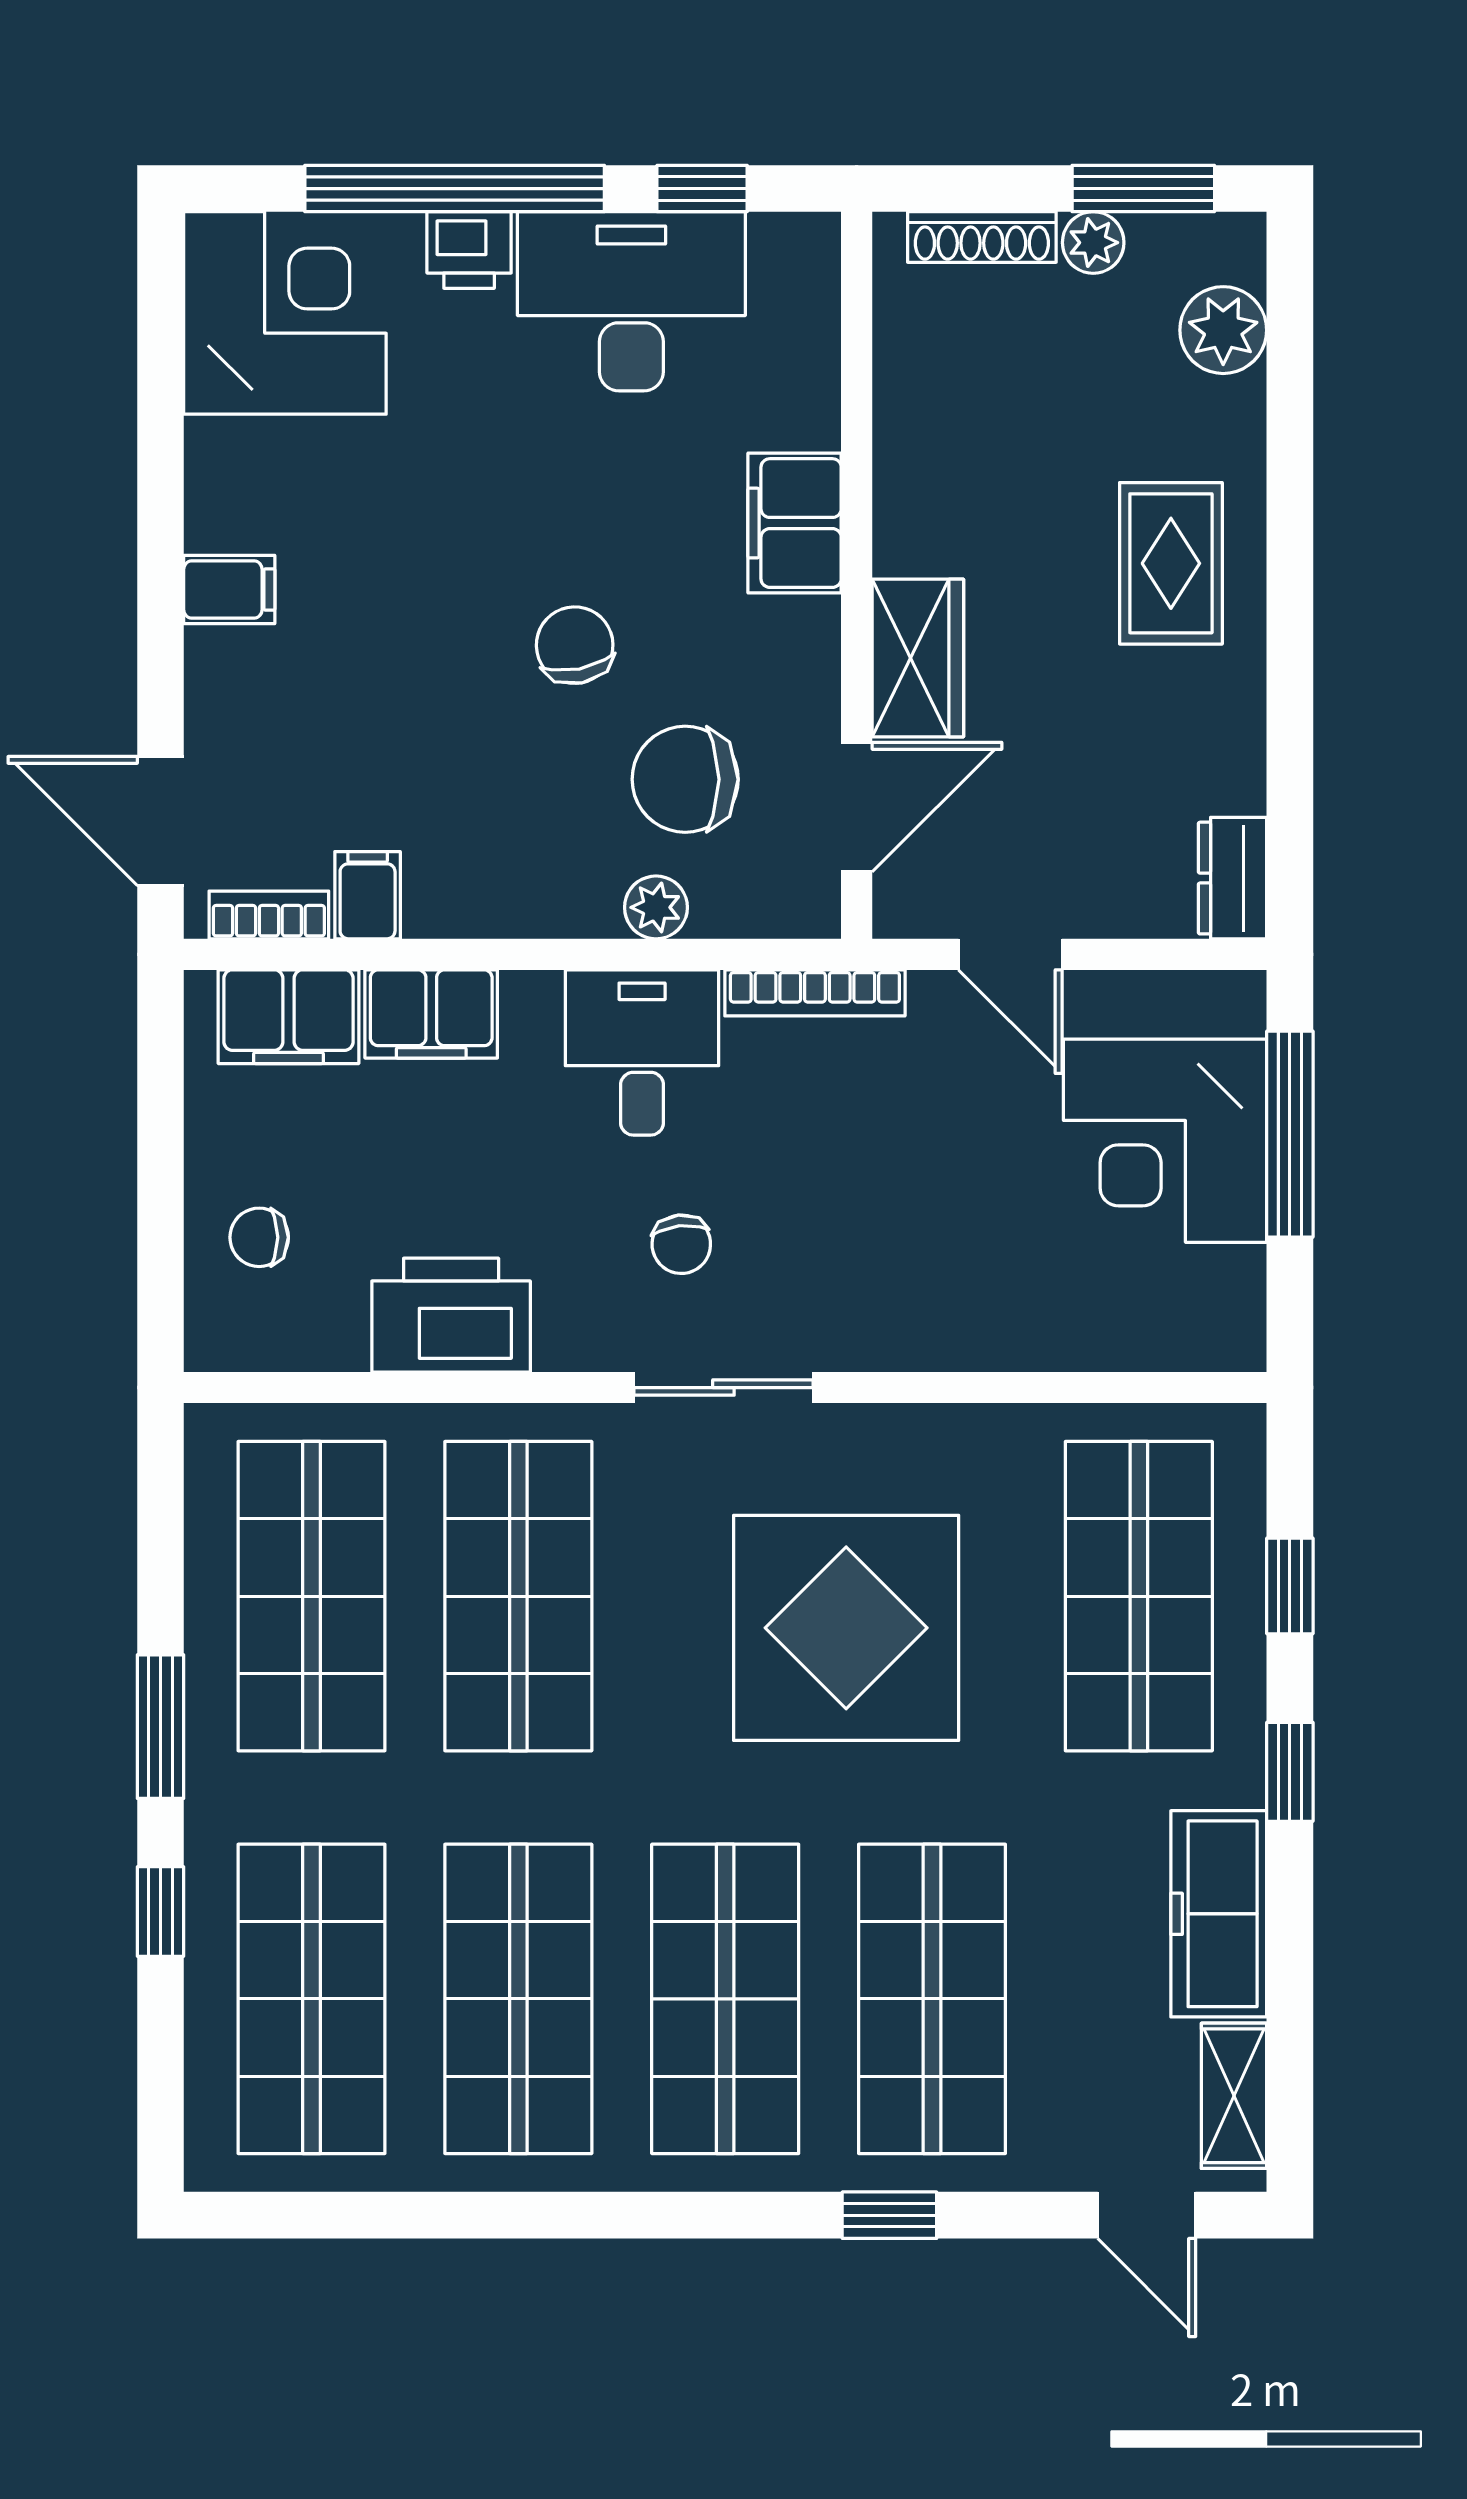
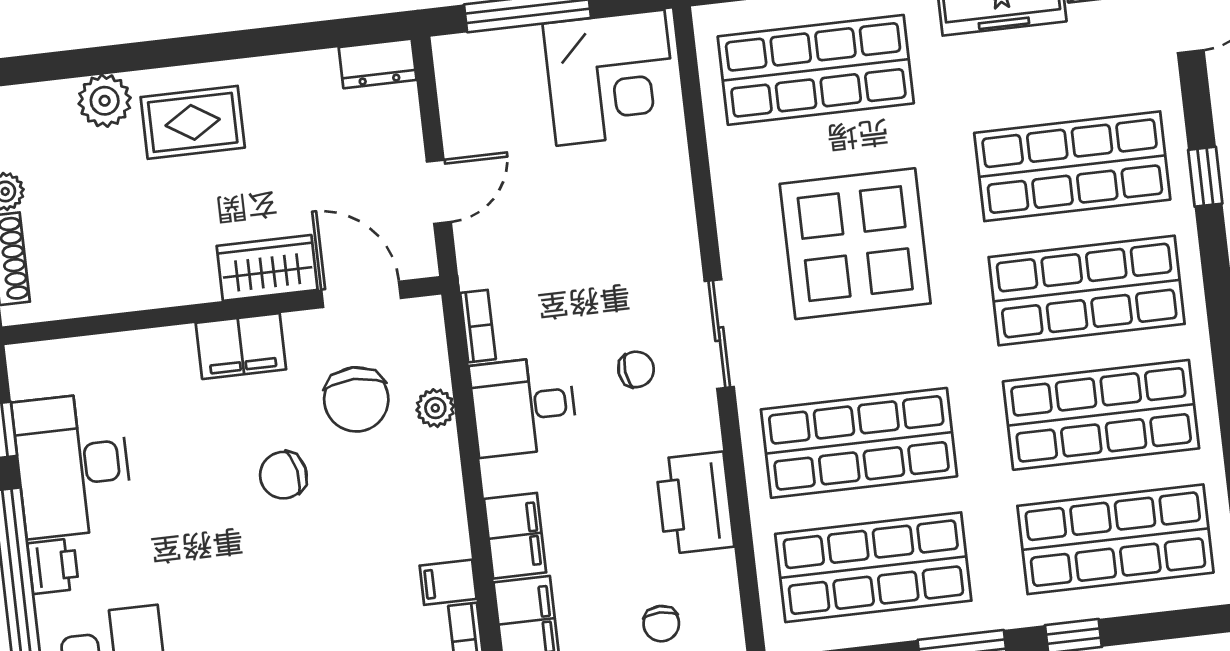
plant: (1223, 330) -> (105, 101), moved
filing cabinet: (795, 523) -> (241, 346), moved
bookcase: (815, 993) -> (478, 326), width x0.64
corner desk: (1165, 1141) -> (610, 78), moved

